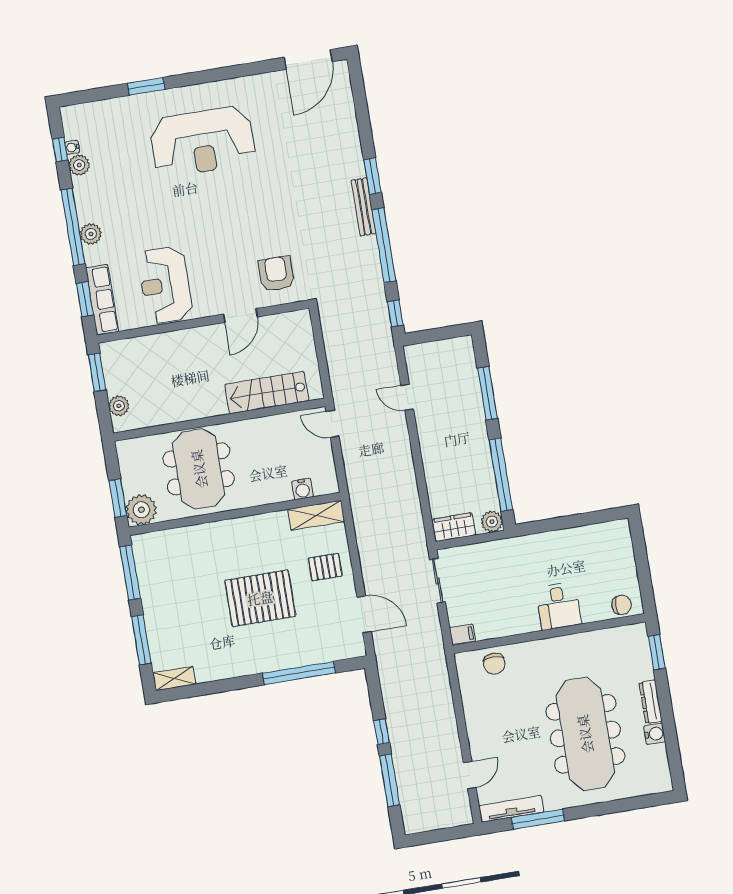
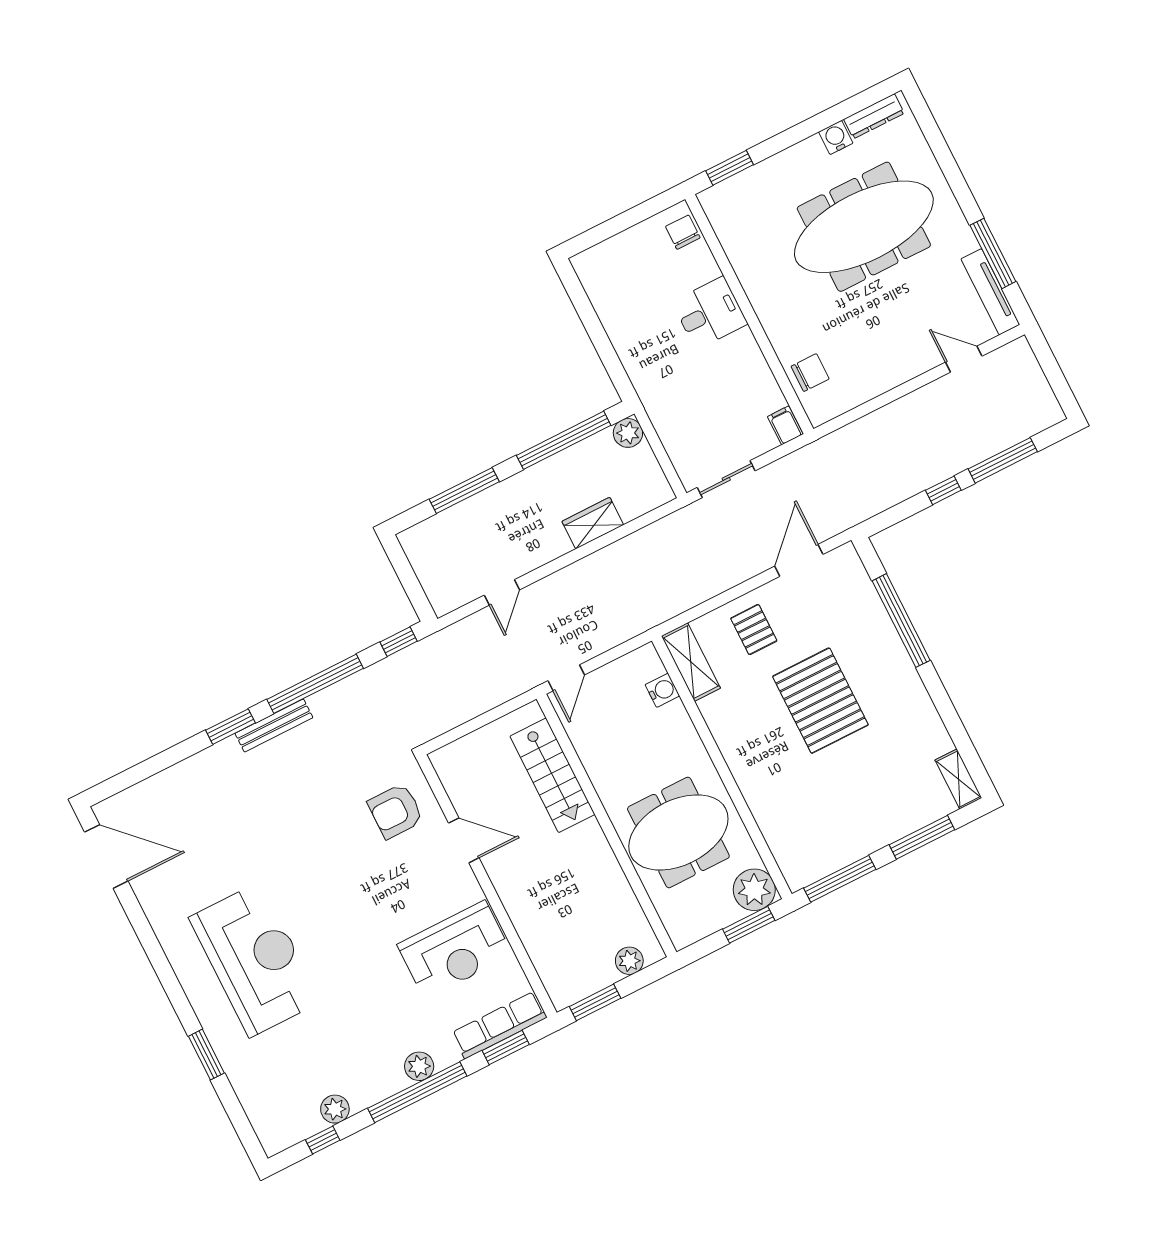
water cooler: (72, 147) -> (315, 1125), removed
wardrobe: (454, 527) -> (593, 523), moved, turned 90
dresser: (651, 702) -> (874, 116), moved

